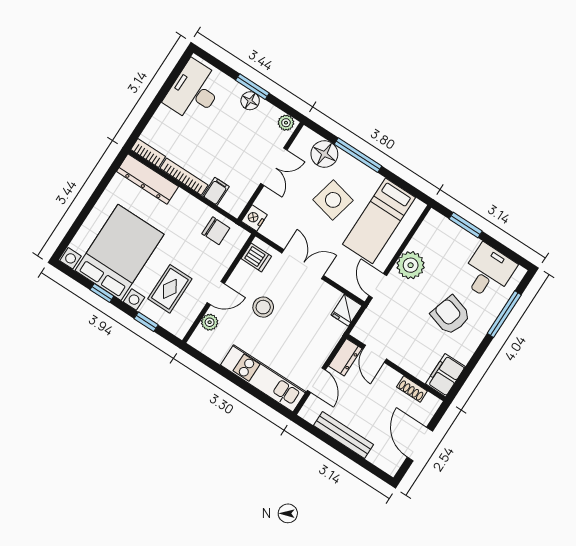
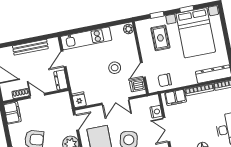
filing cabinet: (216, 191) -> (176, 97), width x2.00
nightstand: (254, 218) -> (156, 112), moved
door: (378, 286) -> (76, 122), hinge flipped
door: (216, 293) -> (143, 70), moved
plant: (210, 322) -> (128, 29), moved
door: (375, 354) -> (37, 96), moved
door: (316, 380) -> (63, 59), hinge flipped

